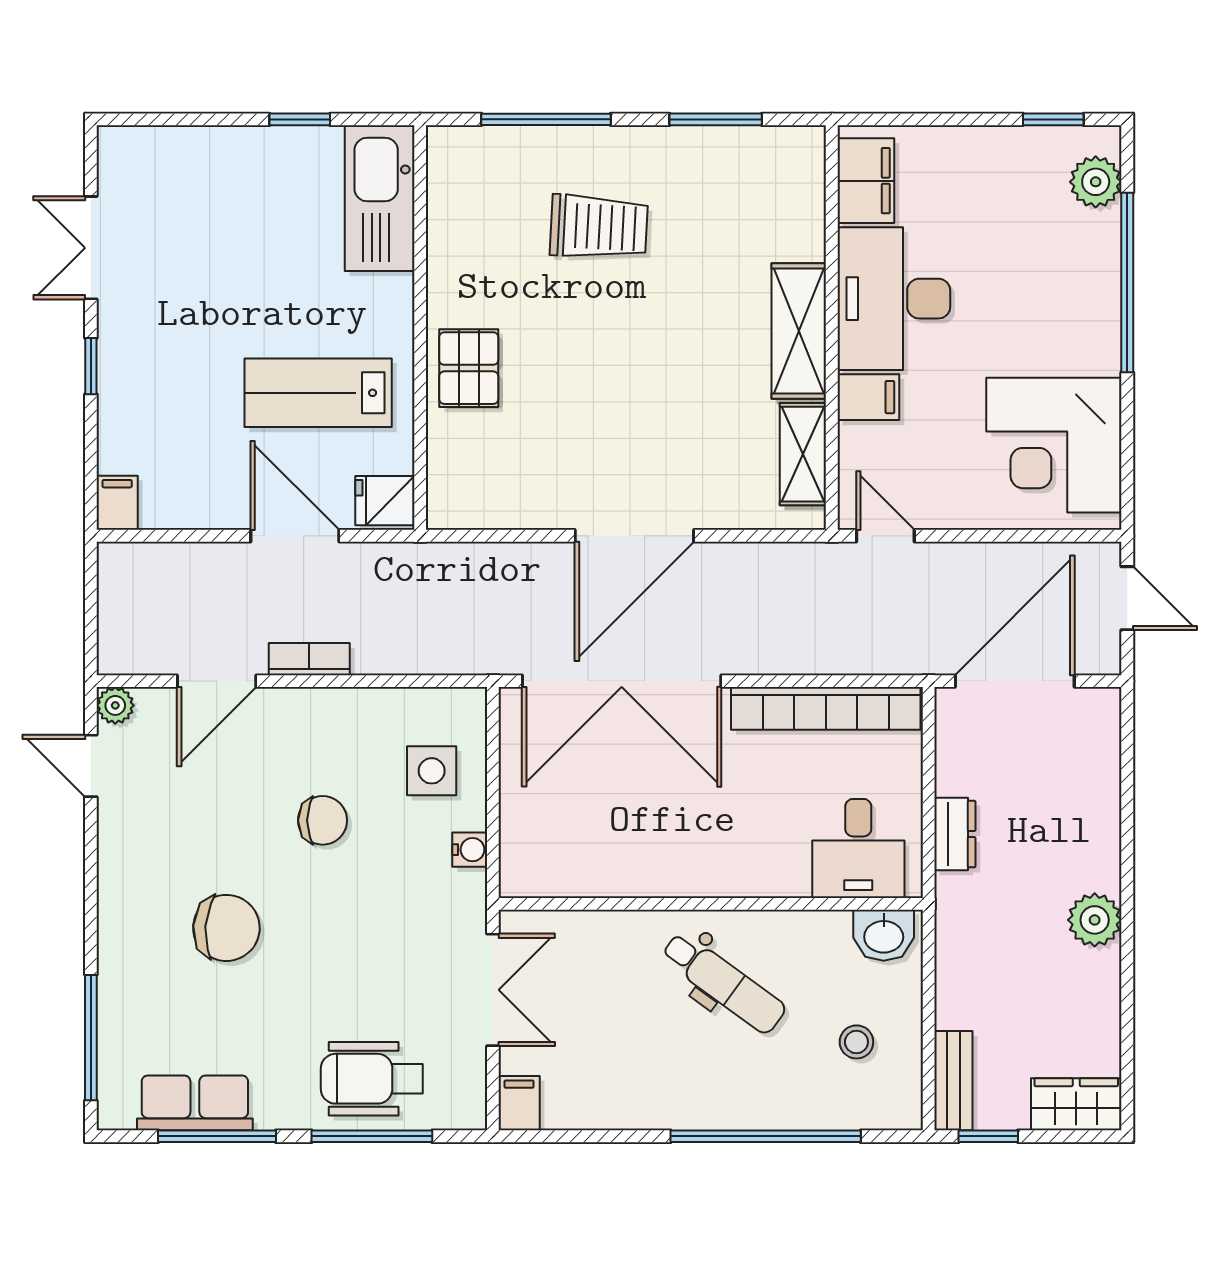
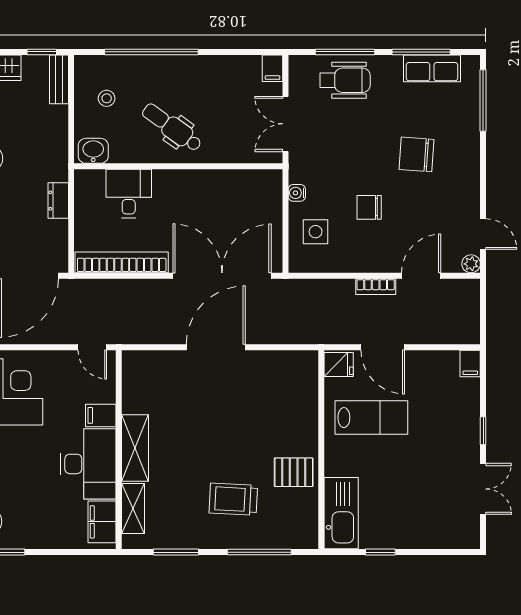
pallet: (469, 368) -> (294, 472), moved, turned 90
shelving: (803, 454) -> (133, 508), moved
desk: (858, 848) -> (129, 194), moved

